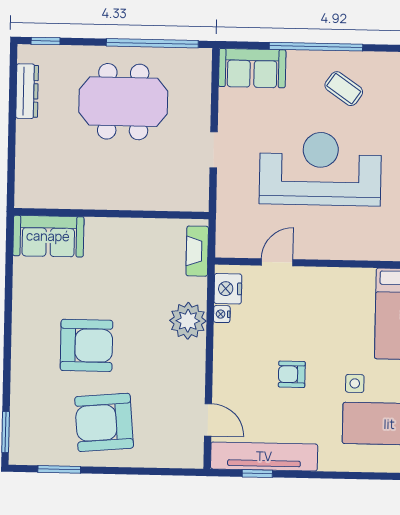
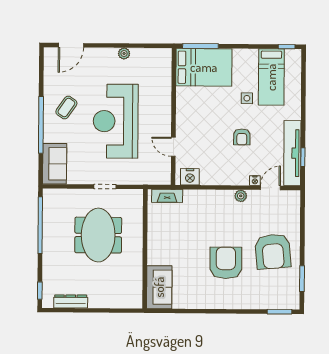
meeting table: (123, 102) -> (98, 235), moved
nightstand: (222, 314) -> (255, 181), moved
plant: (188, 321) -> (241, 196), moved, width x0.53, depth x0.53

